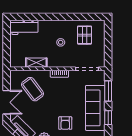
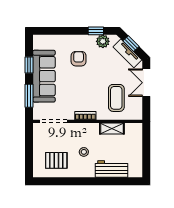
workbench: (24, 27) -> (111, 169), moved
pallet: (84, 35) -> (56, 160), turned 90
coffee table: (33, 89) -> (116, 98), turned 37

